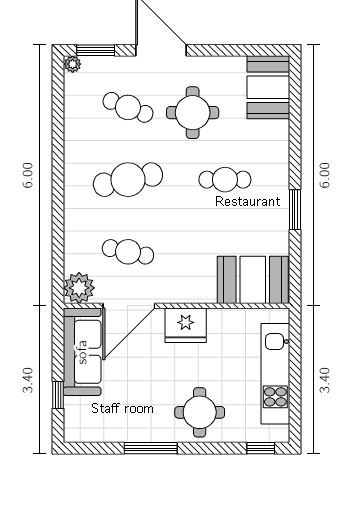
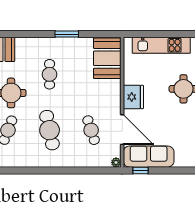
cafe table: (128, 252) -> (91, 130), turned -30
plant: (79, 288) -> (116, 162), width x0.53, depth x0.53
window: (58, 395) -> (140, 170), moved

